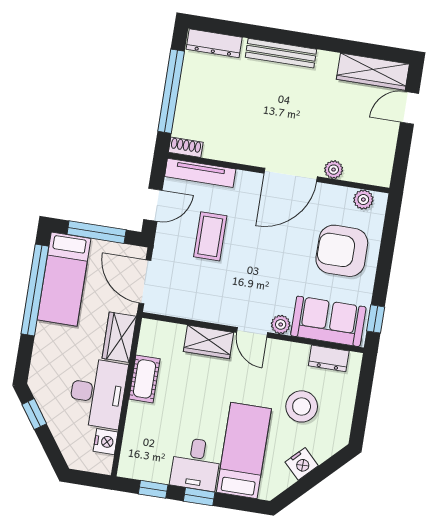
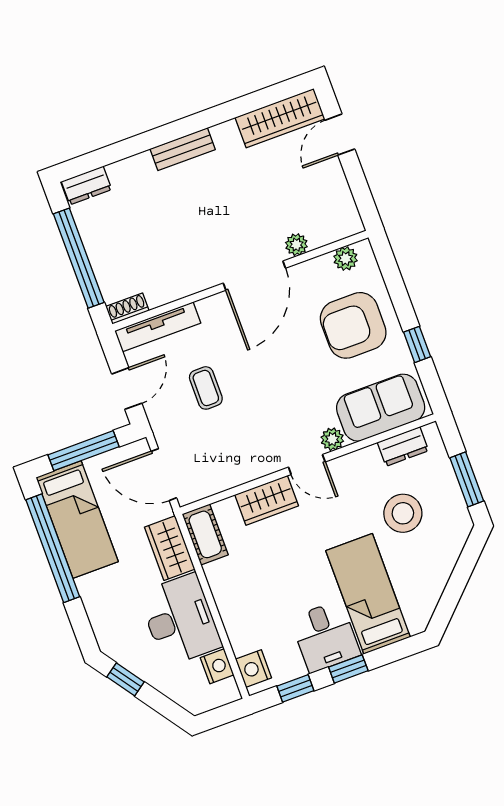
dresser: (214, 43) -> (87, 185), width x0.70
bench: (281, 53) -> (183, 149), width x0.73
coffee table: (210, 236) -> (206, 388), width x0.73, depth x0.77
window: (376, 319) -> (417, 344), moved
cot: (144, 379) -> (205, 534), moved
window: (361, 408) -> (467, 479), added
nightstand: (302, 464) -> (254, 668), moved, turned 135

